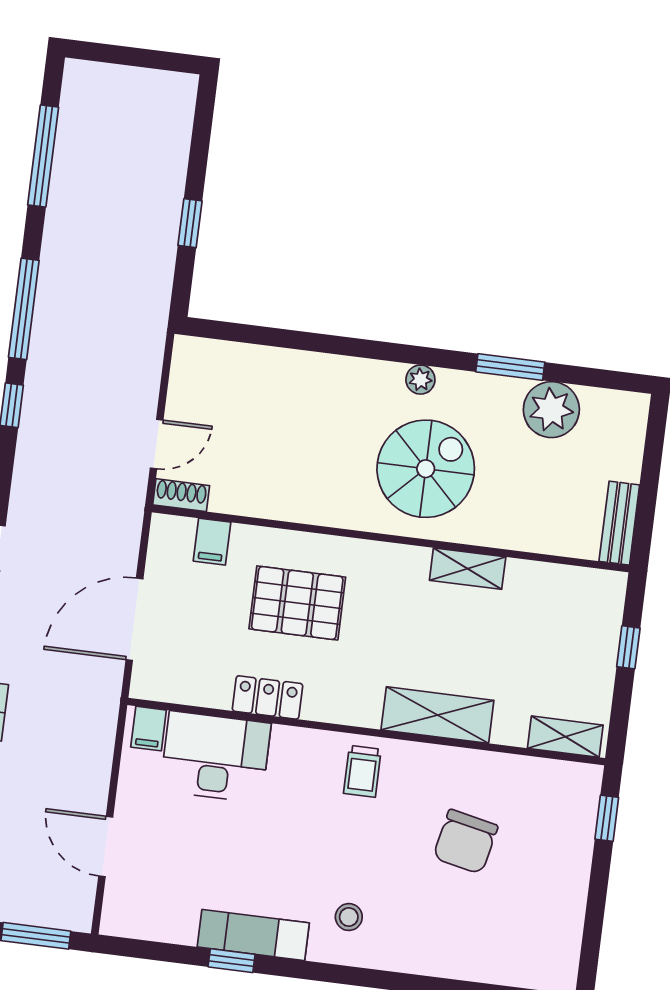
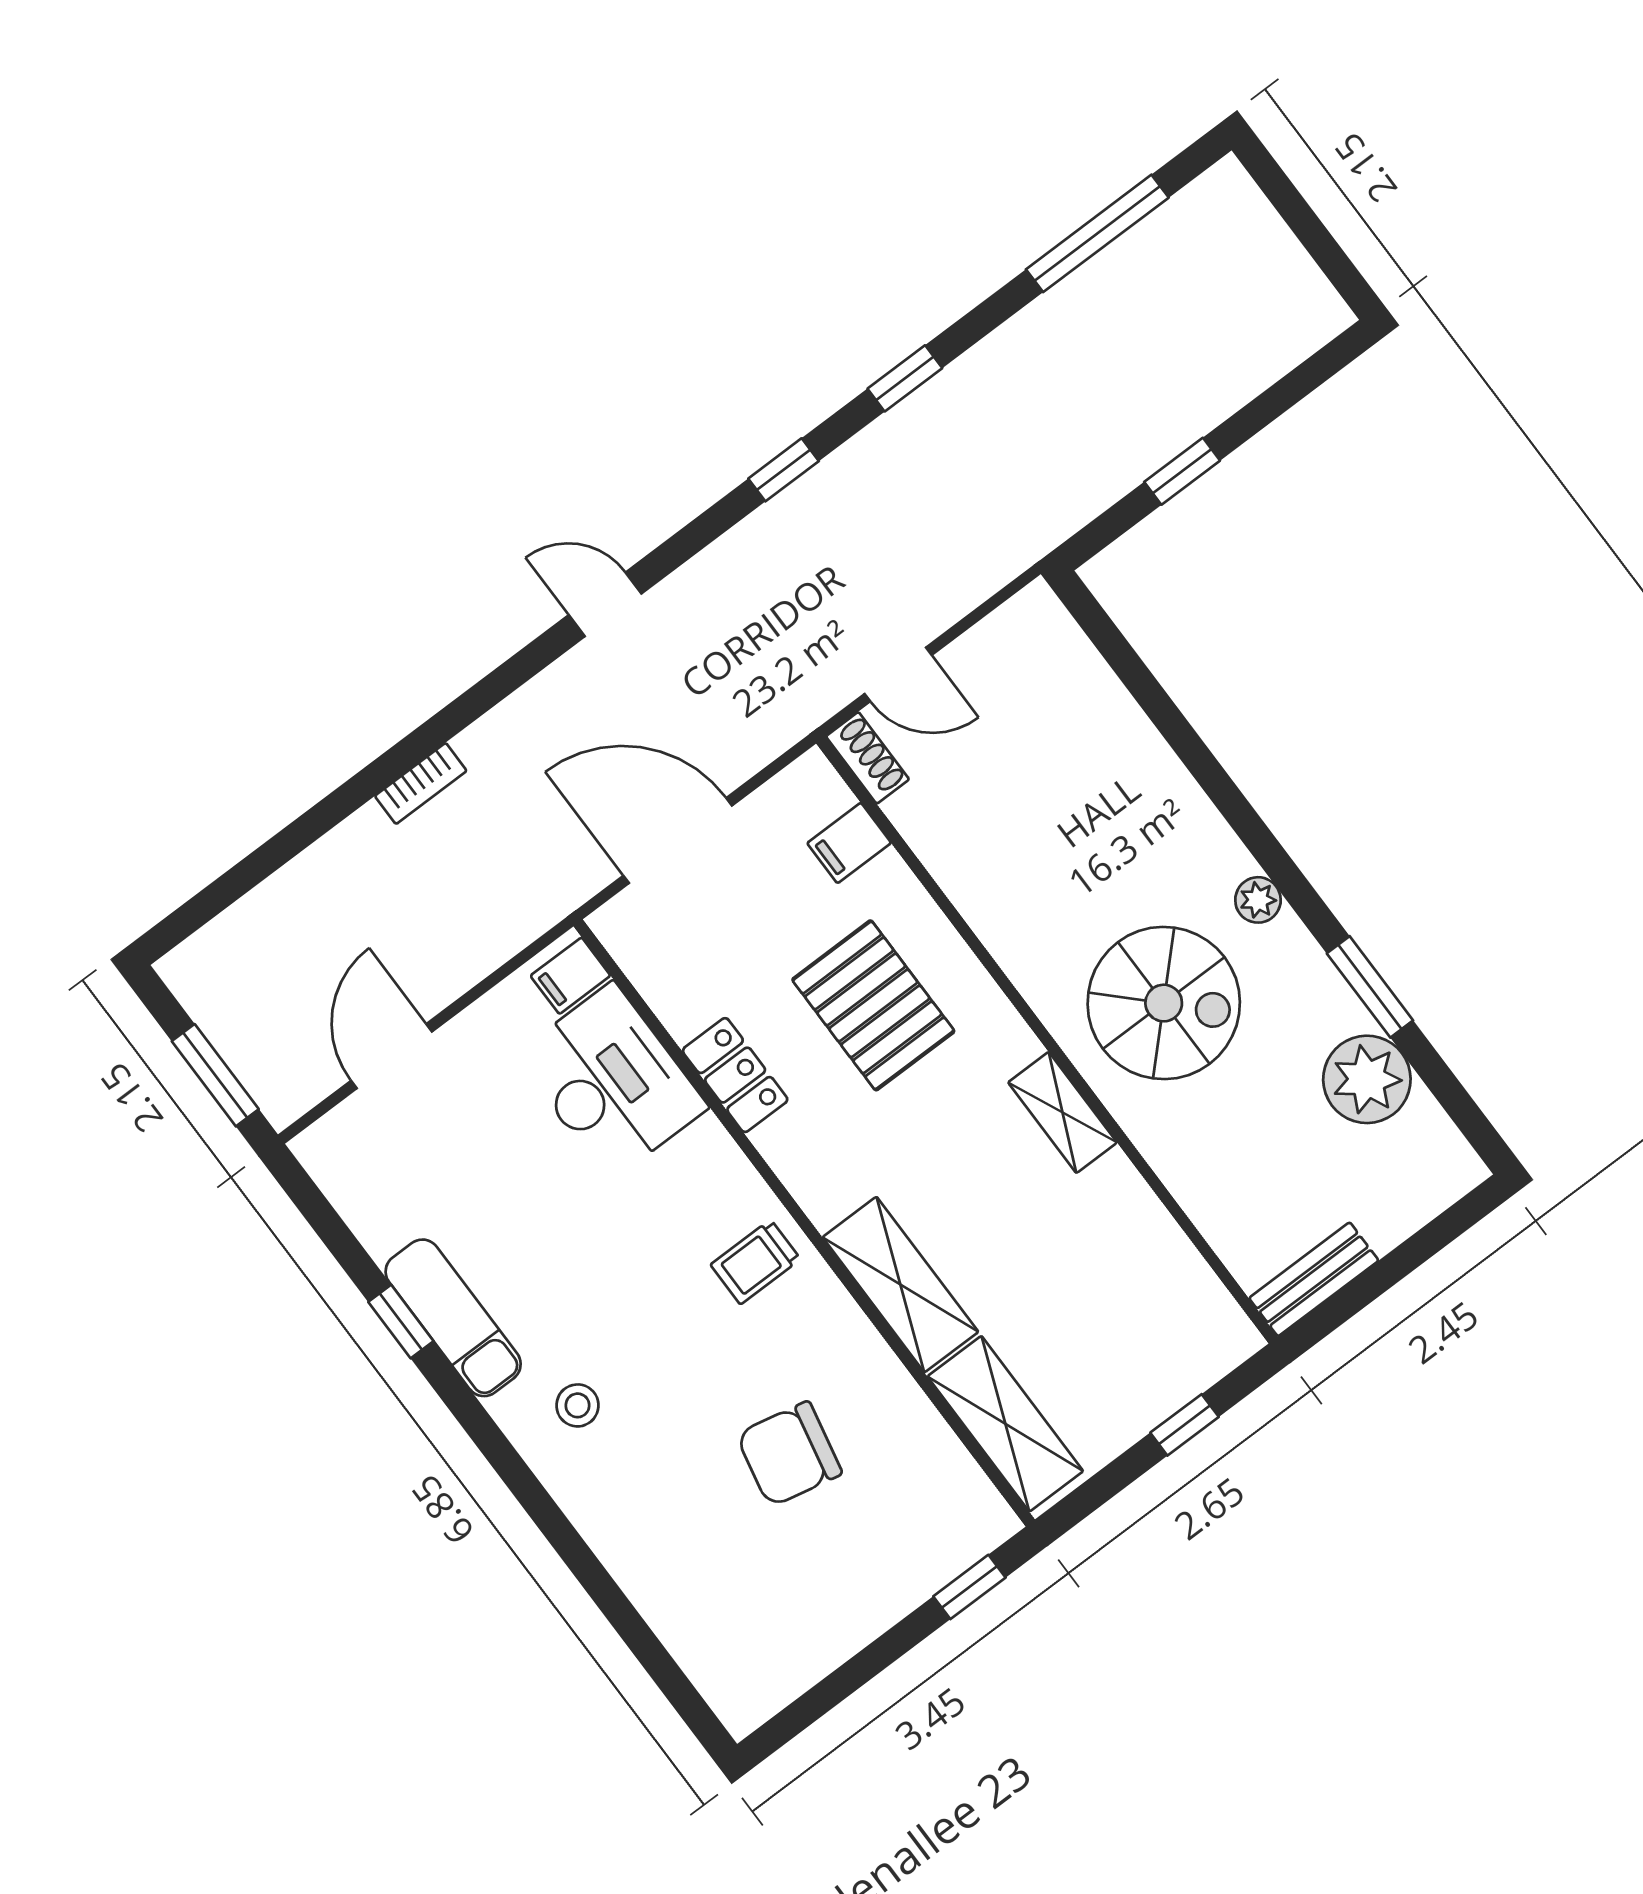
window: (24, 309) -> (905, 378), width x0.46
shelving: (468, 569) -> (1062, 1112), moved
shelving: (565, 737) -> (1005, 1424), width x1.50, depth x1.33

